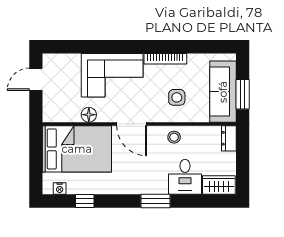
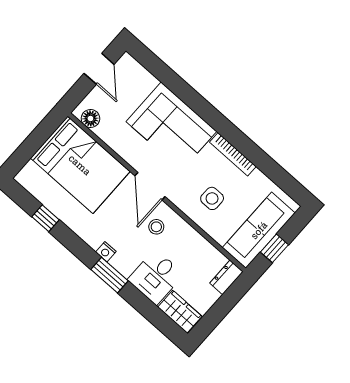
door: (36, 79) -> (99, 69), swing flipped
window: (243, 94) -> (274, 248), width x0.67
floor lamp: (89, 115) -> (90, 118), moved
stool: (174, 137) -> (156, 227), moved
nightstand: (60, 189) -> (106, 252), moved

